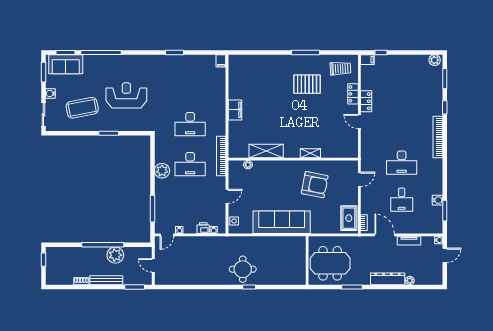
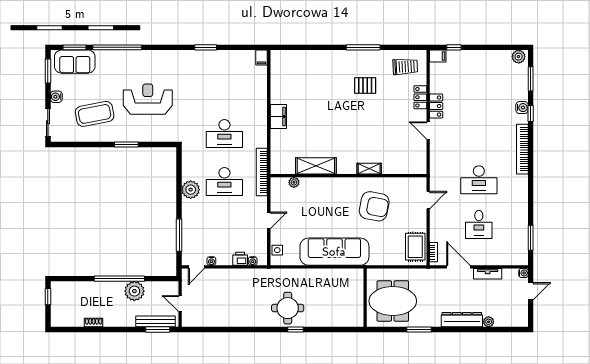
pallet: (307, 84) -> (365, 85), width x0.67, depth x0.71
water cooler: (438, 200) -> (522, 108), moved
bench: (106, 280) -> (155, 321), moved

